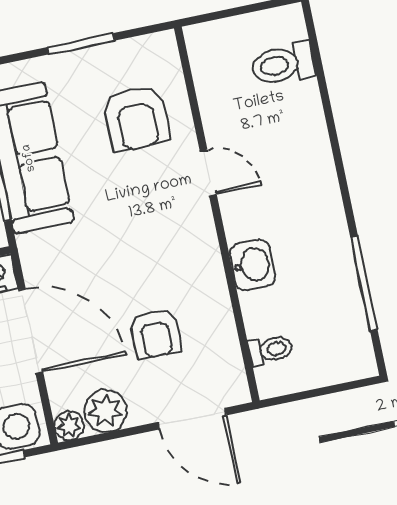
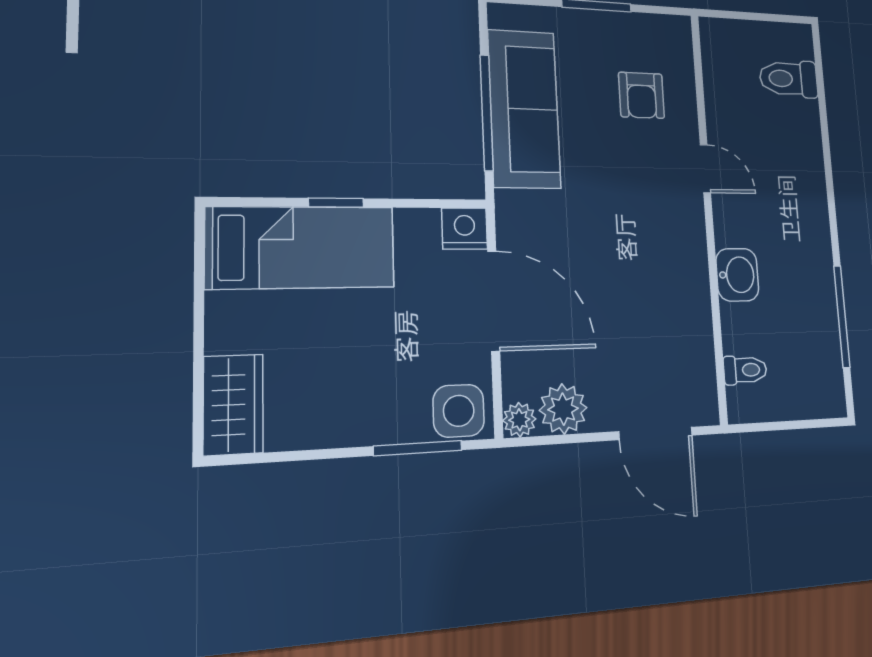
armchair: (136, 118) -> (641, 95), width x0.72, depth x0.72
armchair: (155, 334) -> (629, 330), removed

